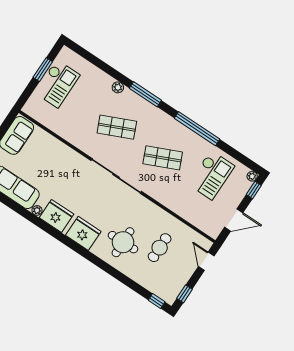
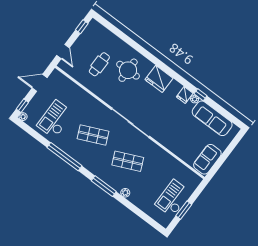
fridge: (56, 216) -> (185, 95), width x0.53, depth x0.75
window: (157, 301) -> (200, 95), moved

